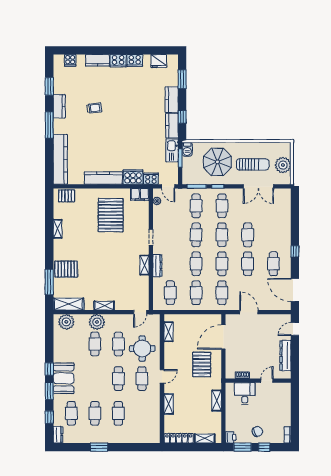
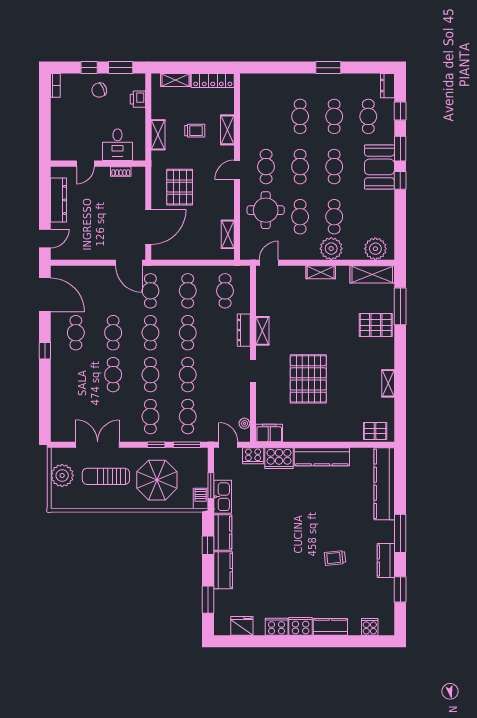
pallet: (111, 215) -> (308, 379), moved
door: (249, 312) -> (129, 263), moved
cafe table: (95, 379) -> (334, 167), added
trolley: (191, 403) -> (195, 131), added
printer: (231, 437) -> (138, 99), moved

